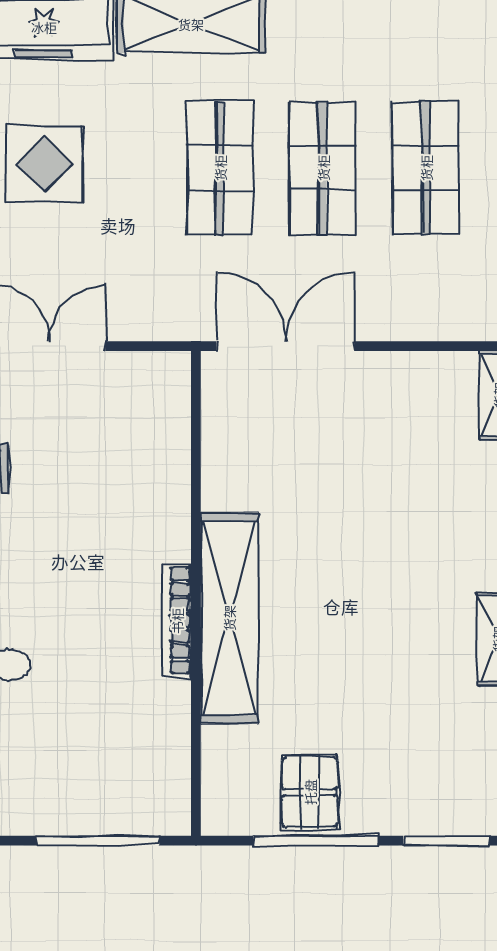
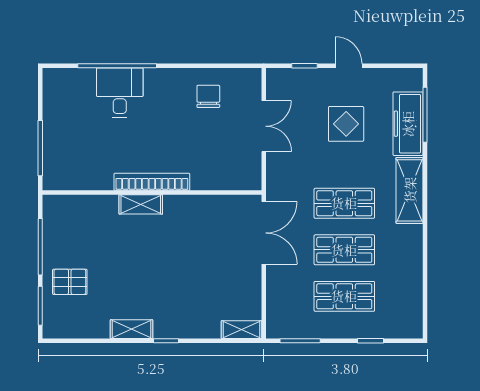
shelving: (229, 618) -> (141, 204), width x0.45, depth x0.75
bookcase: (177, 621) -> (152, 182), width x1.48, depth x1.31
pallet: (310, 792) -> (70, 282), moved

